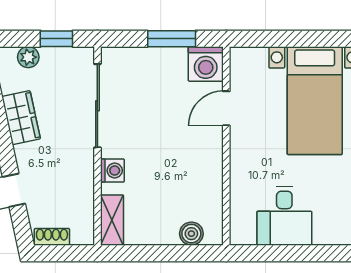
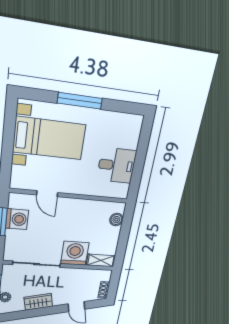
washing machine: (206, 64) -> (17, 219), moved
washing machine: (112, 170) -> (75, 253), width x1.89, depth x1.89

